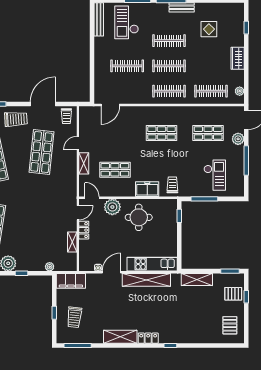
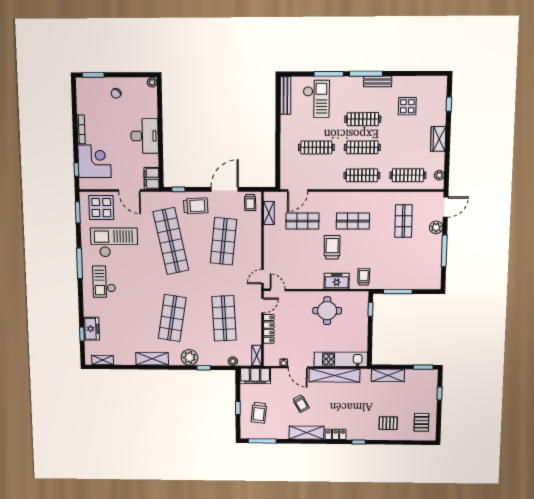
checkout: (127, 22) -> (316, 99), turned 180
shop shelf: (208, 133) -> (403, 221), turned 90
door: (78, 143) -> (263, 277), moved
trolley: (143, 157) -> (332, 247), added
shelving: (84, 163) -> (269, 213), moved
shop shelf: (115, 170) -> (302, 221), moved
checkout: (215, 175) -> (410, 266), removed
plant: (112, 207) -> (299, 300), removed
shop shelf: (42, 225) -> (224, 318), added
locker: (84, 230) -> (269, 329), width x1.53
shelving: (72, 242) -> (257, 356), moved
door: (111, 272) -> (298, 367), swing flipped
pallet: (233, 294) -> (388, 423), moved
trolley: (115, 308) -> (301, 404), added

